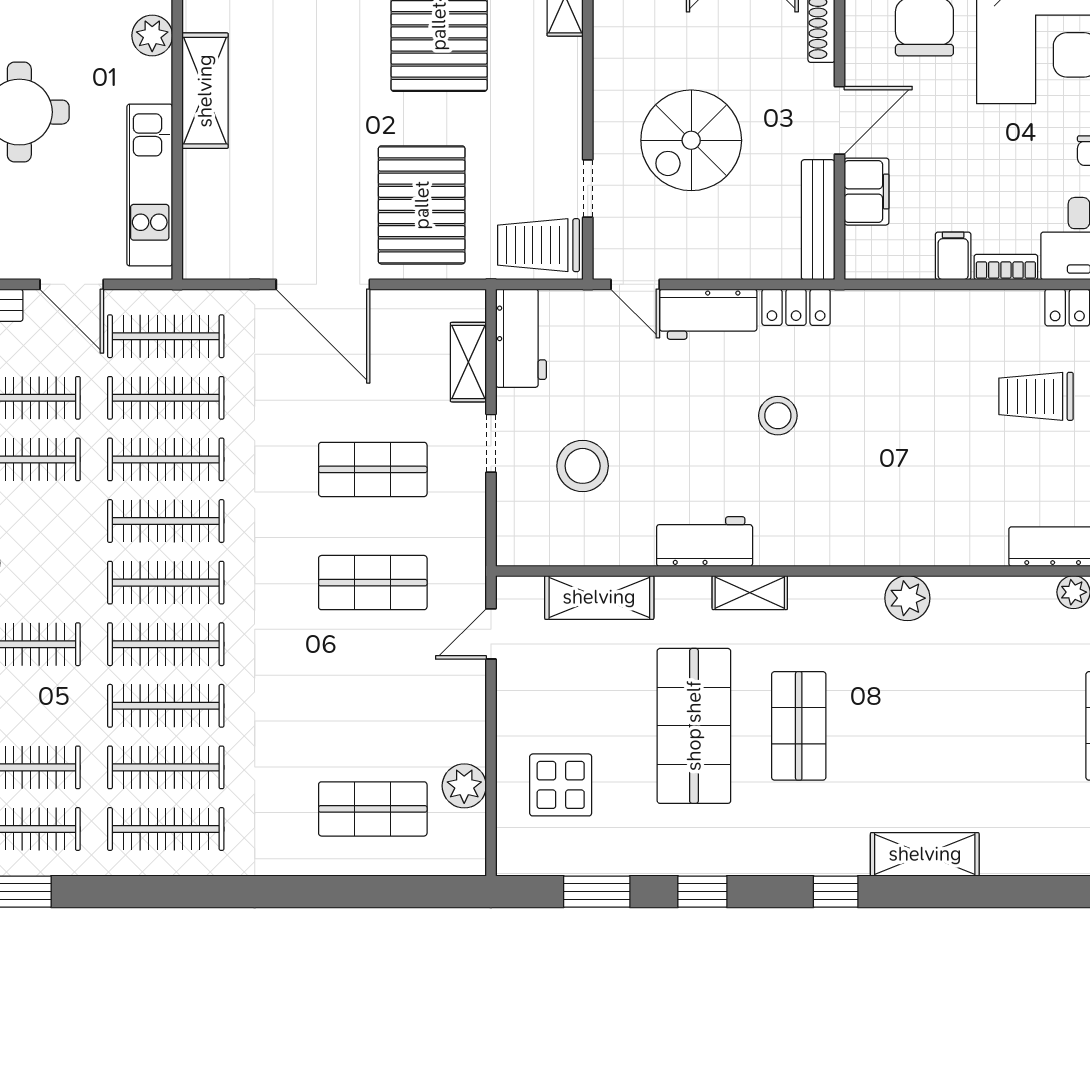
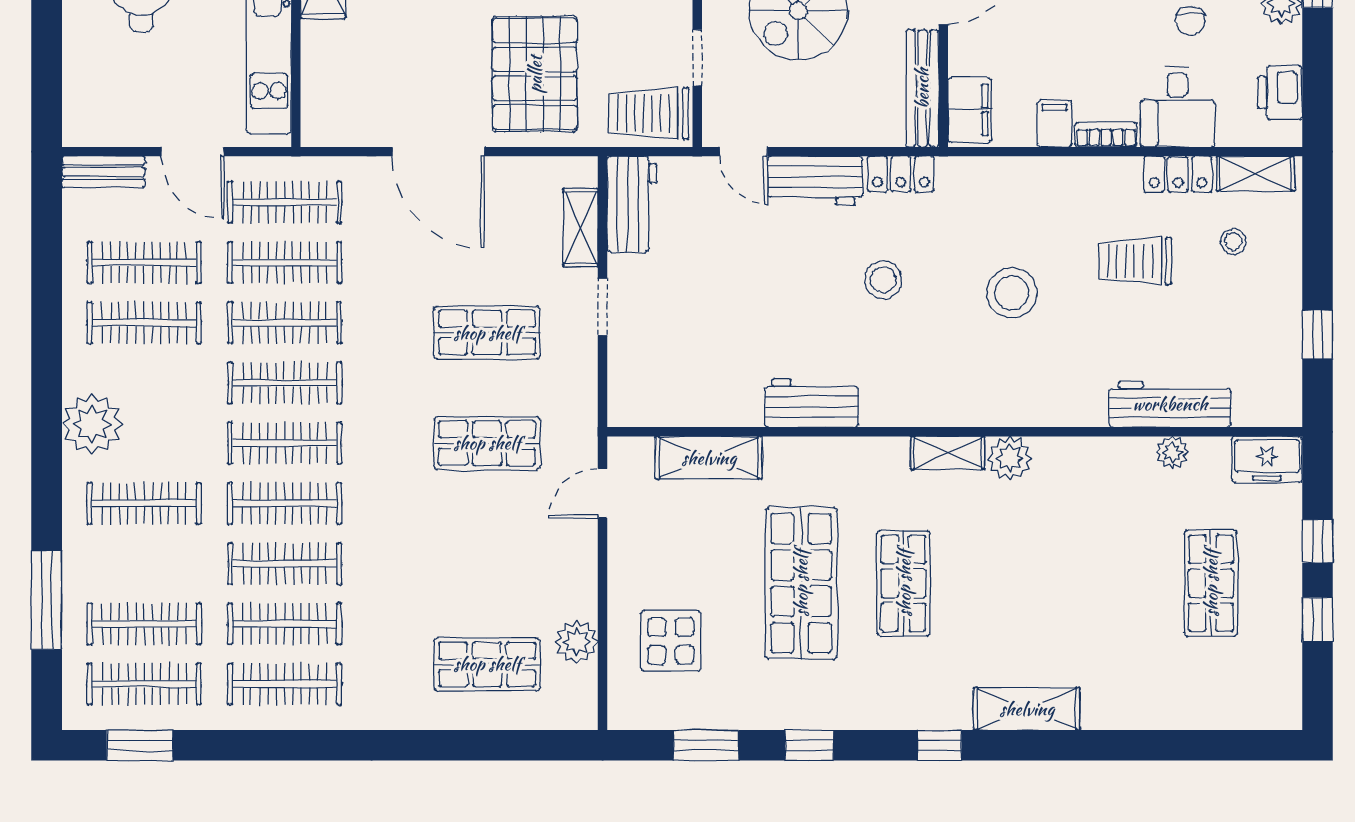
filing cabinet: (866, 192) -> (970, 110), moved
stool: (583, 466) -> (1012, 293), moved
shelving: (750, 593) -> (948, 453), moved

